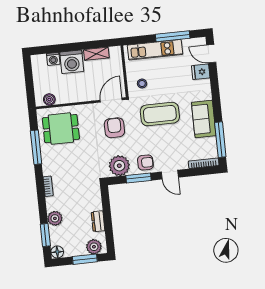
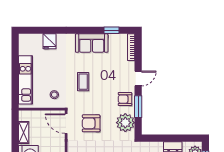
window: (173, 36) -> (15, 63), removed
door: (211, 54) -> (34, 30), removed
coffee table: (160, 114) -> (83, 82), width x0.54, depth x0.58
window: (220, 140) -> (112, 30), width x0.46
armchair: (145, 163) -> (125, 99), turned -90

